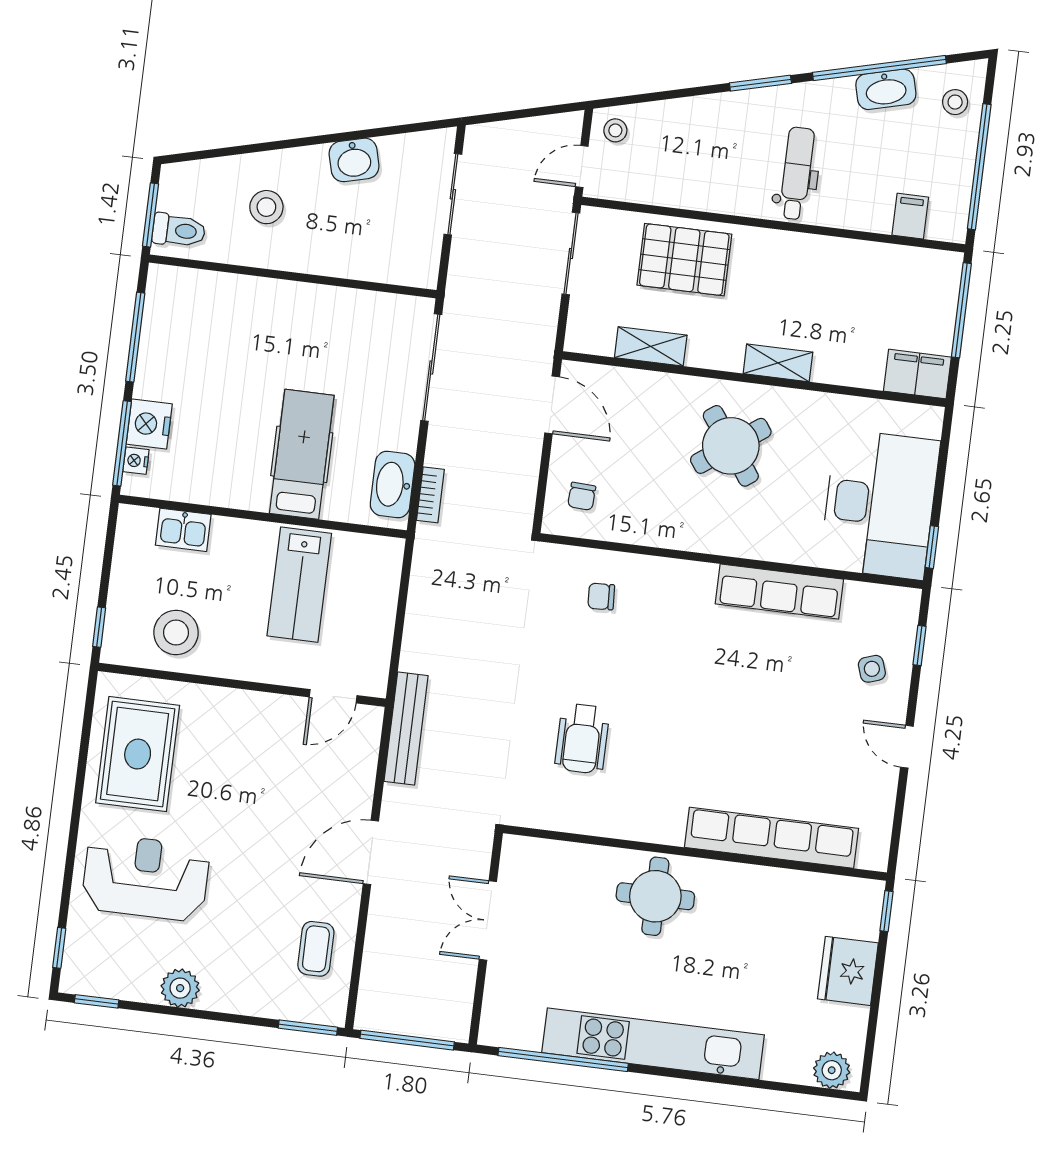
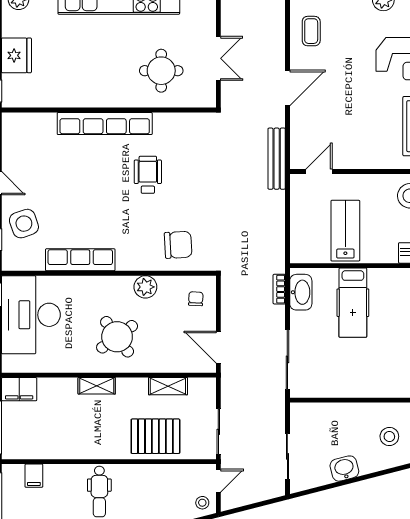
plant: (669, 529) -> (145, 287), added
chair: (601, 597) -> (178, 245), width x1.87, depth x1.87
side table: (872, 669) -> (24, 224), width x1.87, depth x1.87
wheelchair: (582, 738) -> (148, 175), moved
row of seats: (772, 838) -> (105, 124), moved
round table: (655, 896) -> (161, 71), moved

